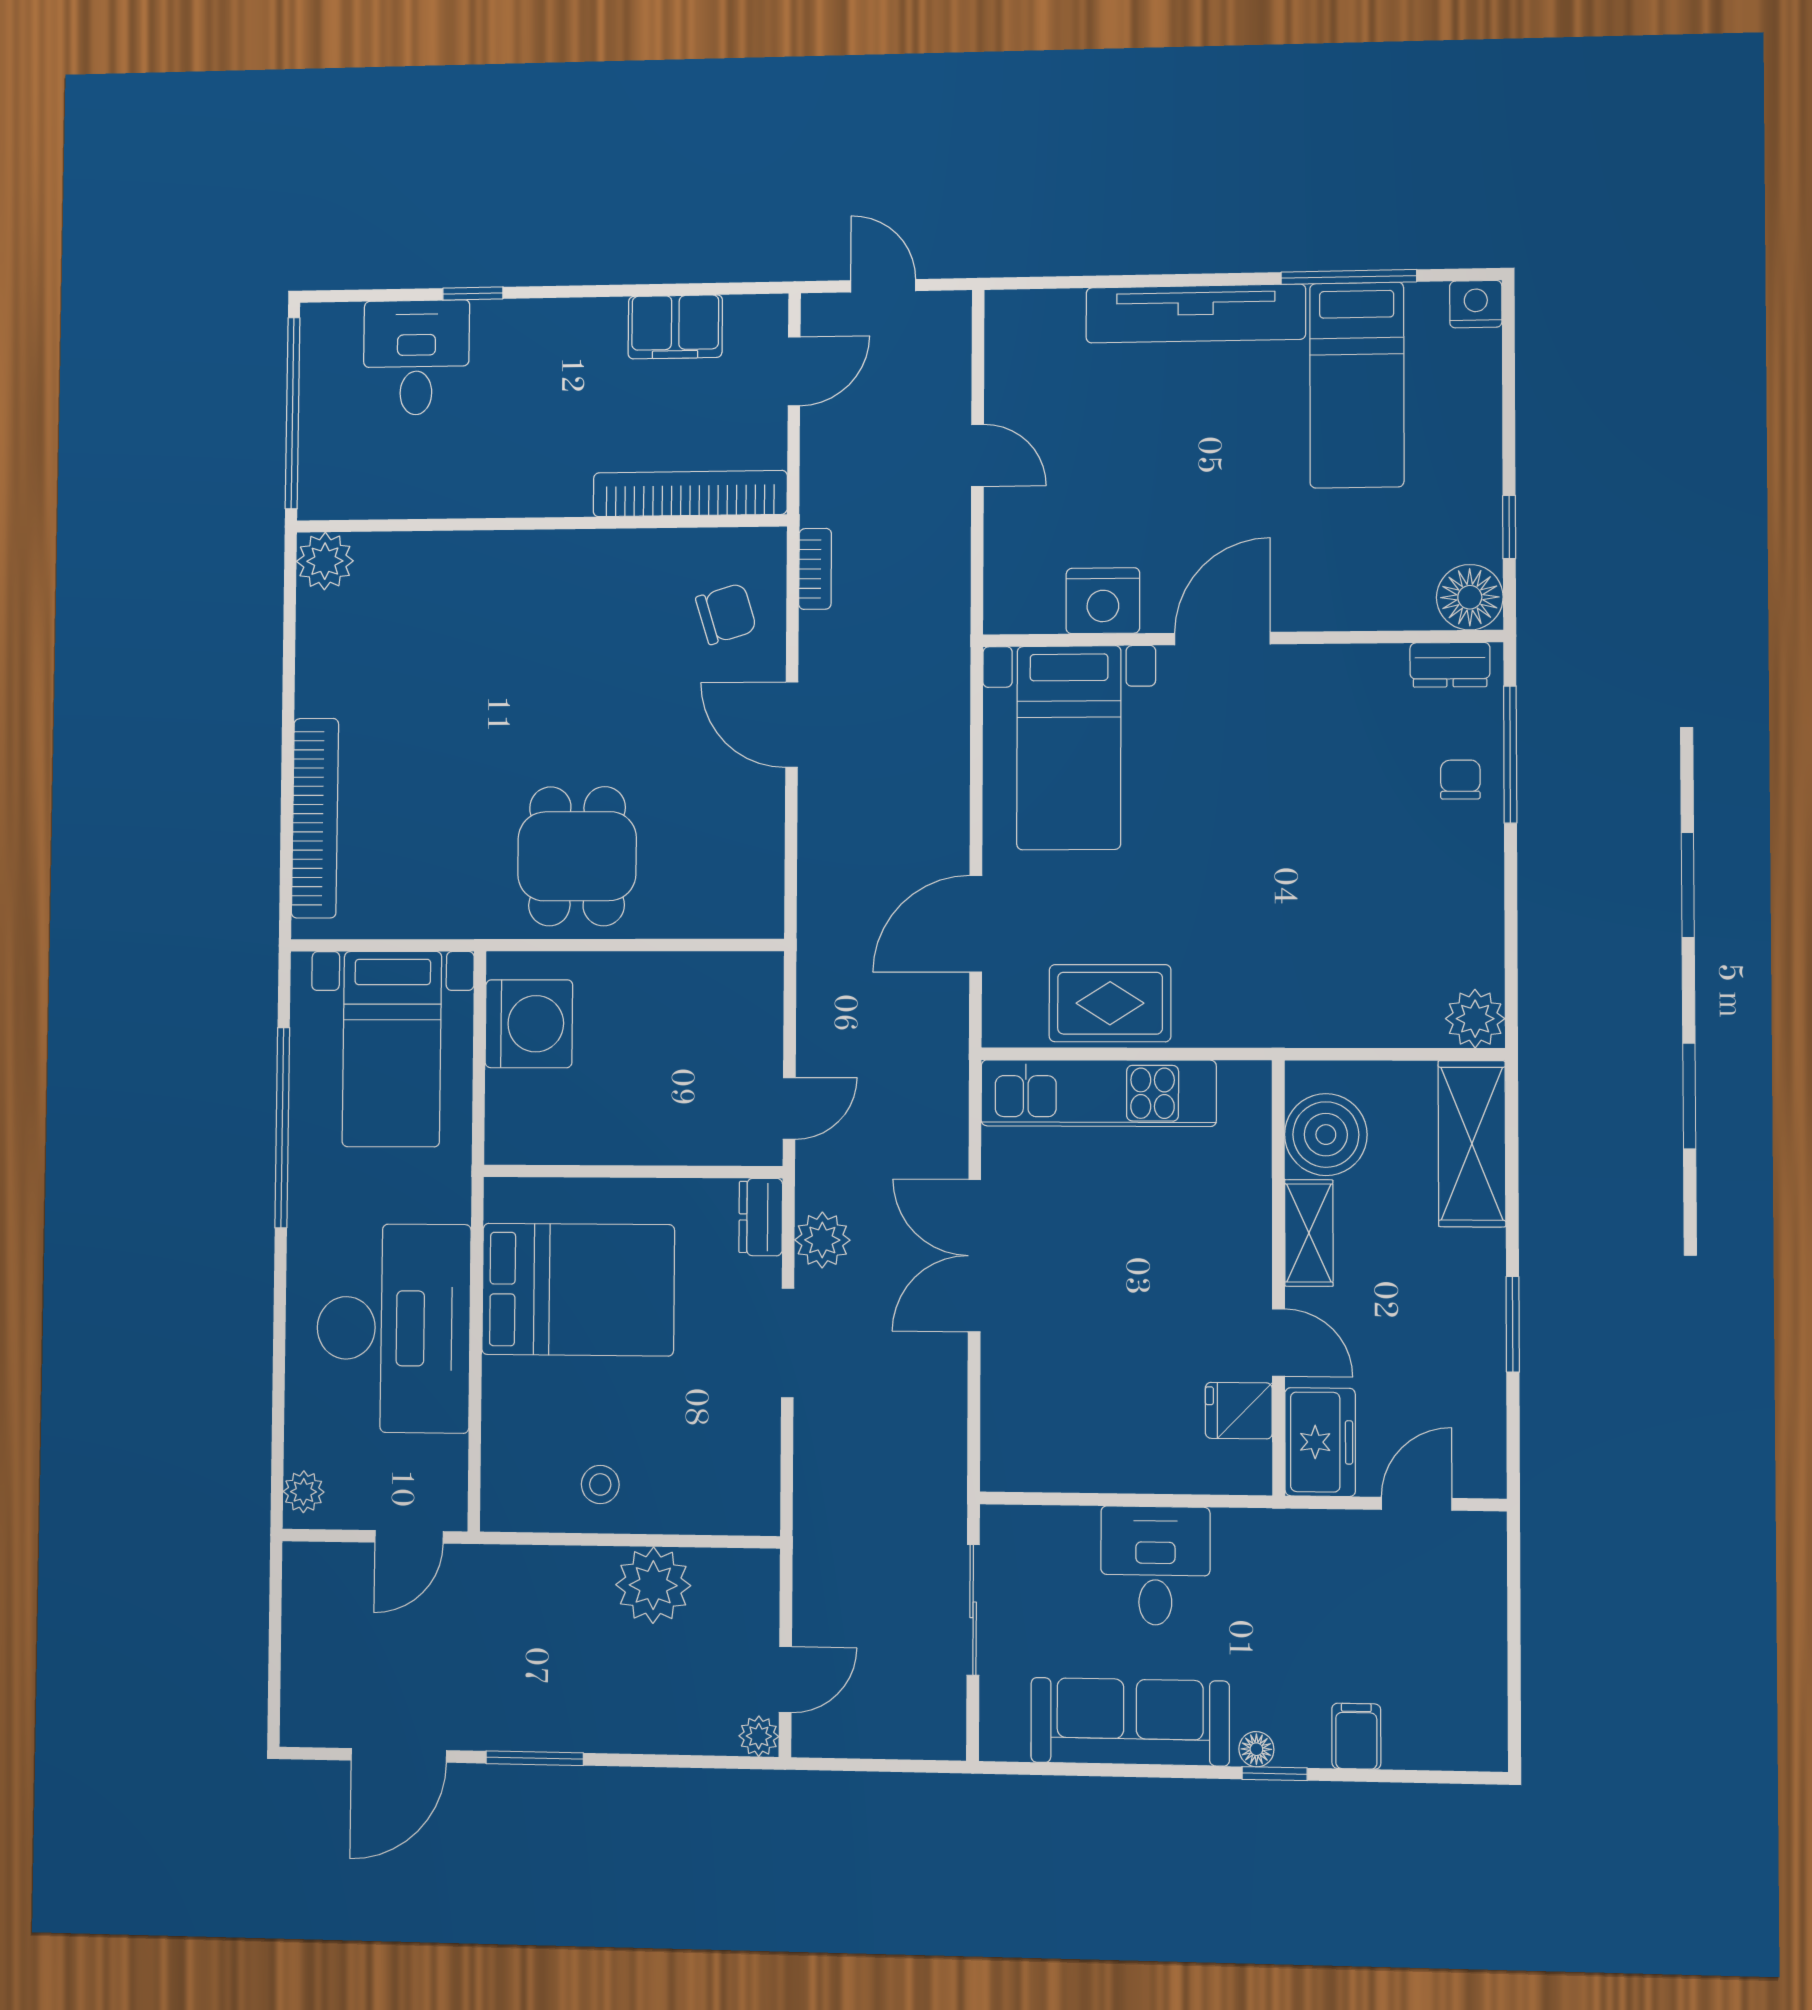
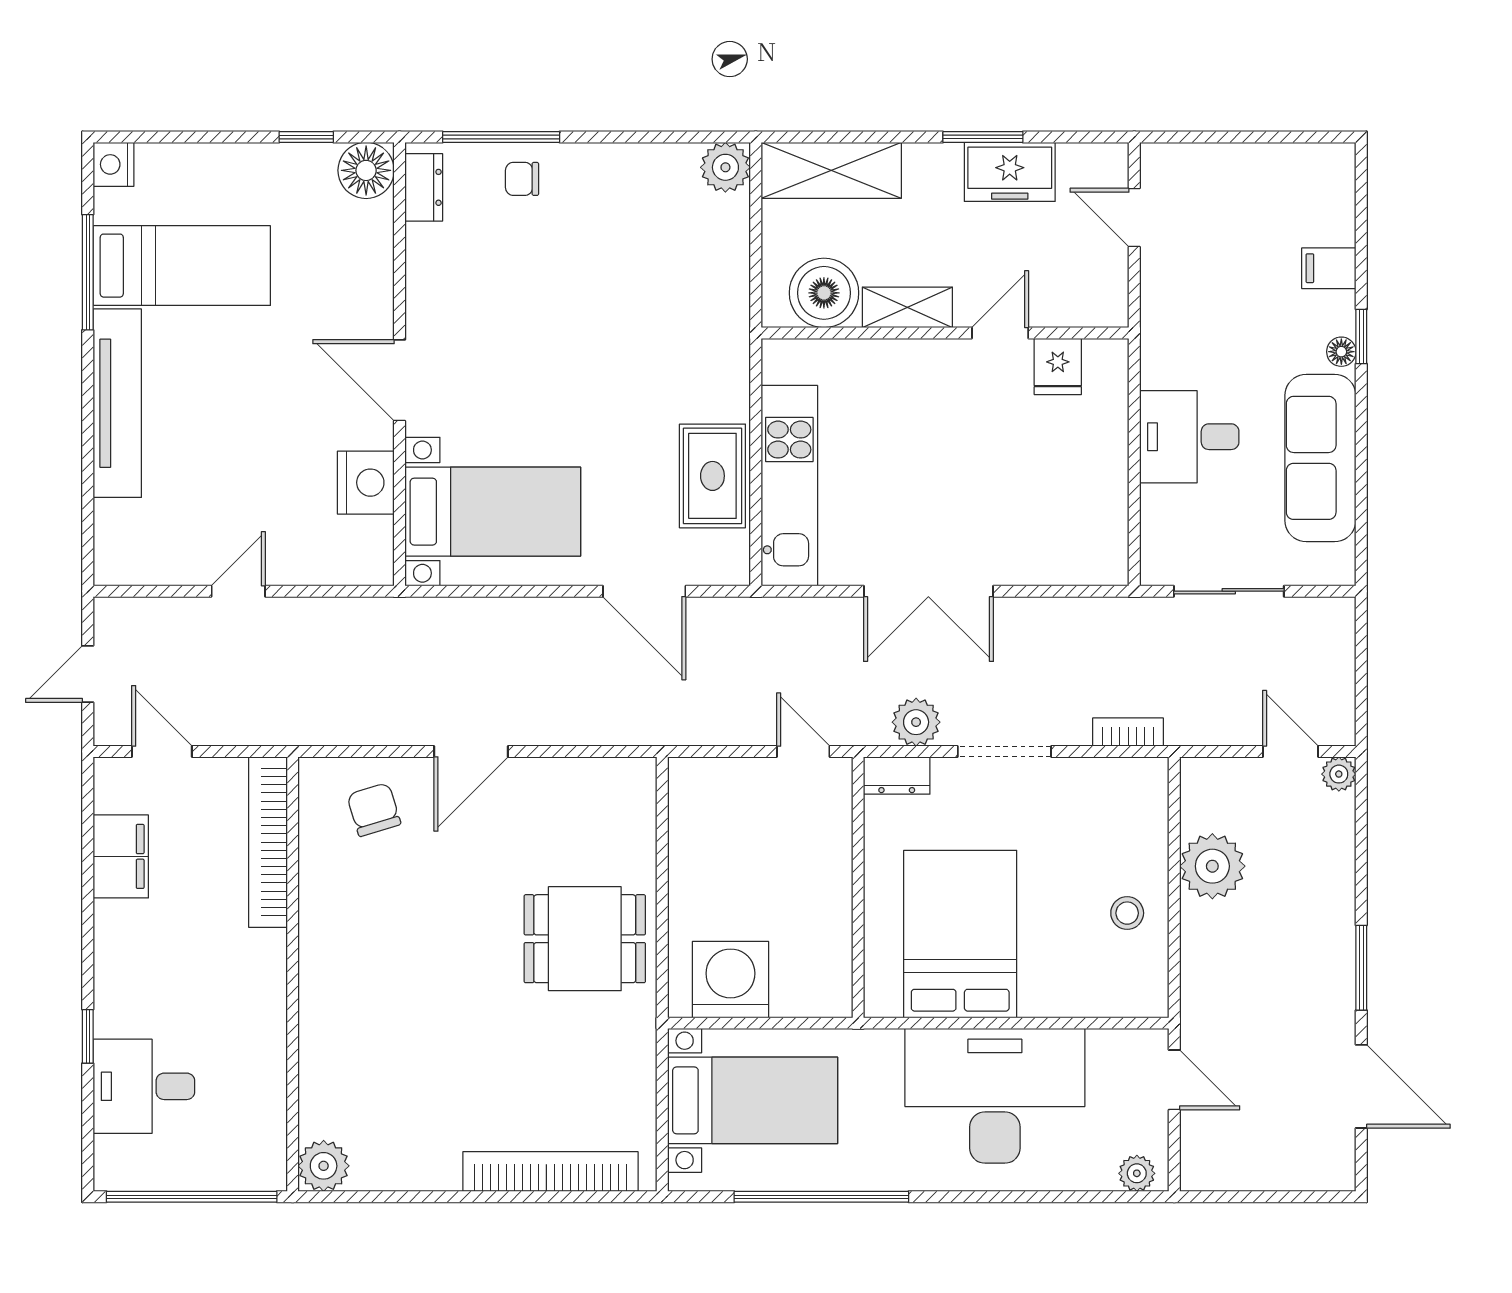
bookcase: (815, 569) -> (1128, 732), moved
freezer: (1320, 1442) -> (1010, 172), moved, turned 180

